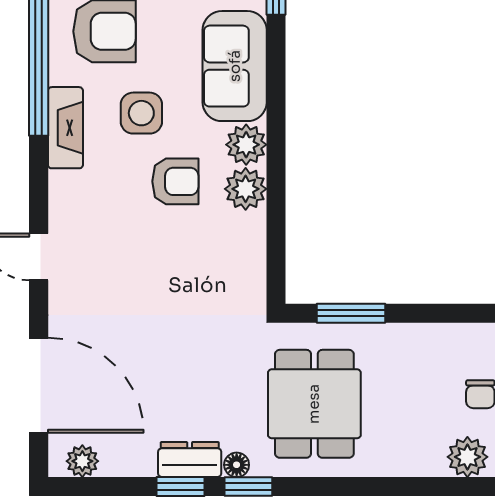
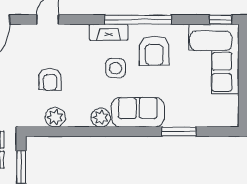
armchair: (175, 181) -> (50, 79), moved
plant: (246, 189) -> (55, 117), moved

